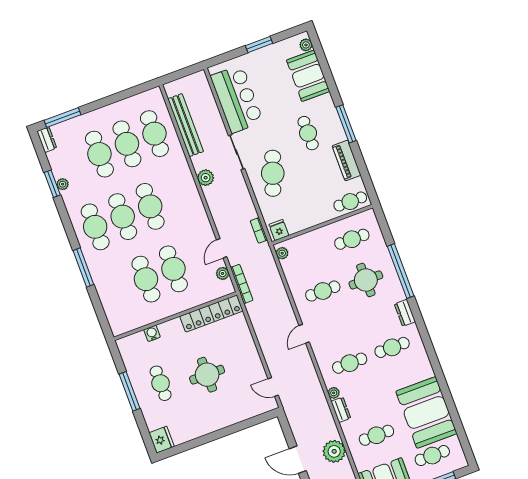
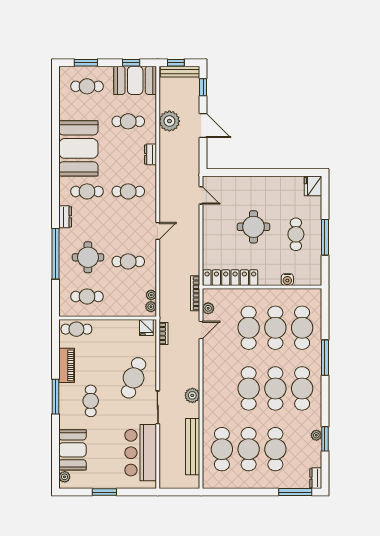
cafe table: (118, 289) -> (302, 328), added
plant: (334, 393) -> (151, 295), moved
booth: (426, 412) -> (78, 148), moved

